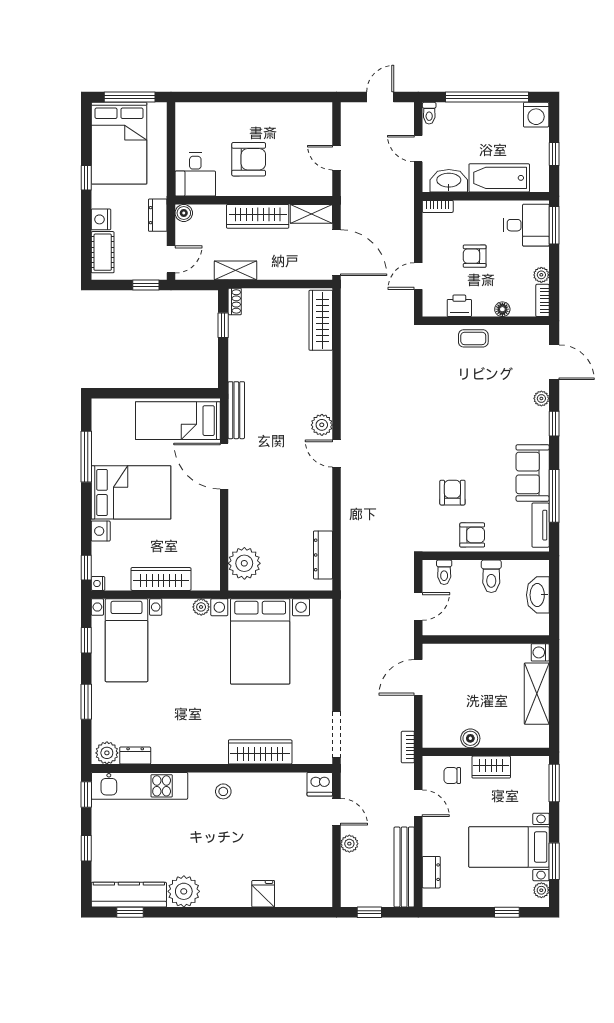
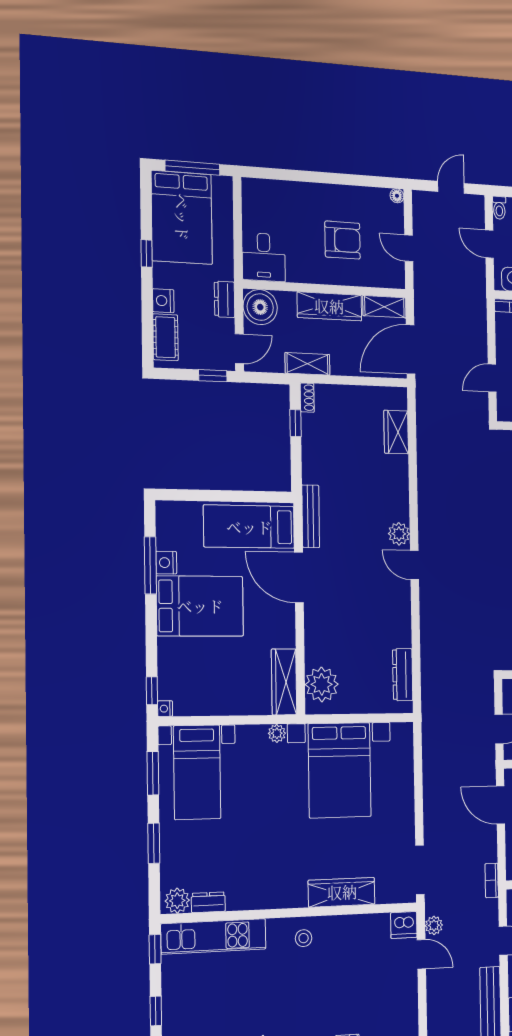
floor lamp: (326, 109) -> (397, 196), added
armchair: (249, 159) -> (343, 240), moved
boiler: (184, 213) -> (260, 307), width x1.86, depth x1.86
door: (337, 253) -> (411, 349), swing flipped
wardrobe: (321, 320) -> (396, 432), width x0.67
nightstand: (101, 531) -> (166, 563), moved
wardrobe: (161, 579) -> (284, 682), moved, turned -90
window: (86, 640) -> (153, 773), width x1.50
door: (418, 677) -> (501, 805), hinge flipped
plant: (349, 844) -> (434, 925), moved

